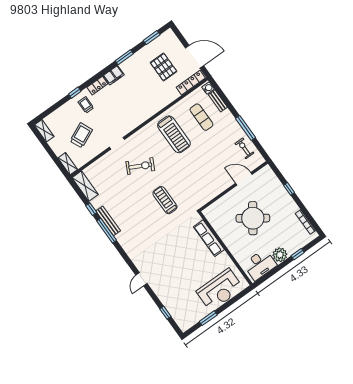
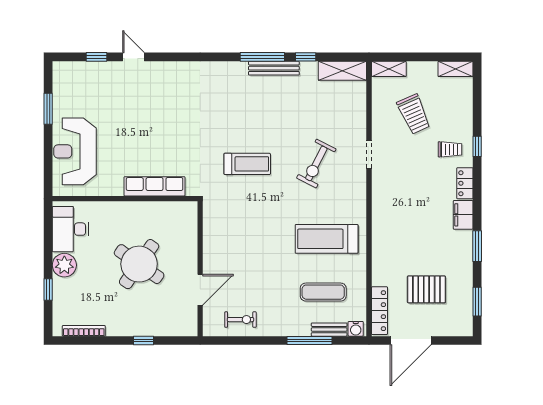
window: (245, 128) -> (310, 341), moved
door: (142, 279) -> (134, 57), moved

